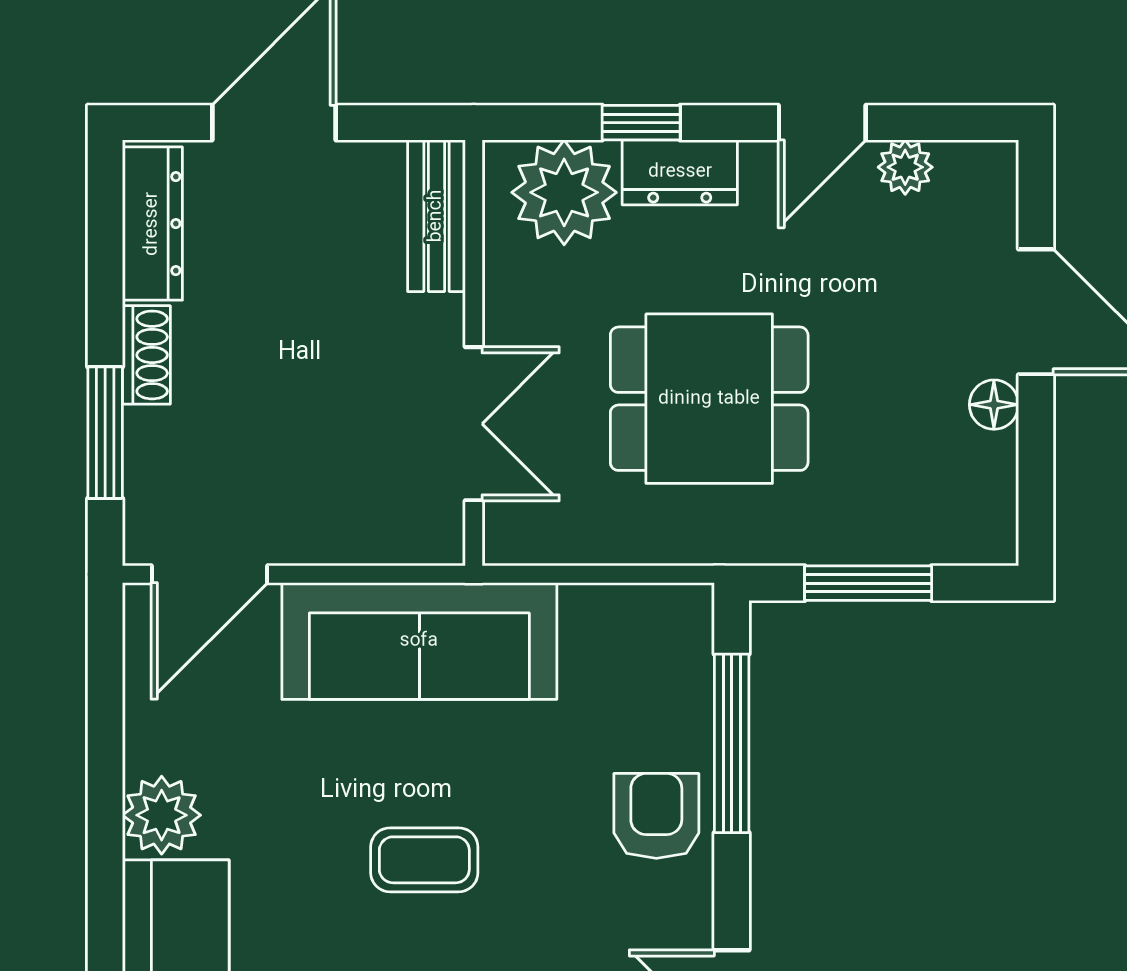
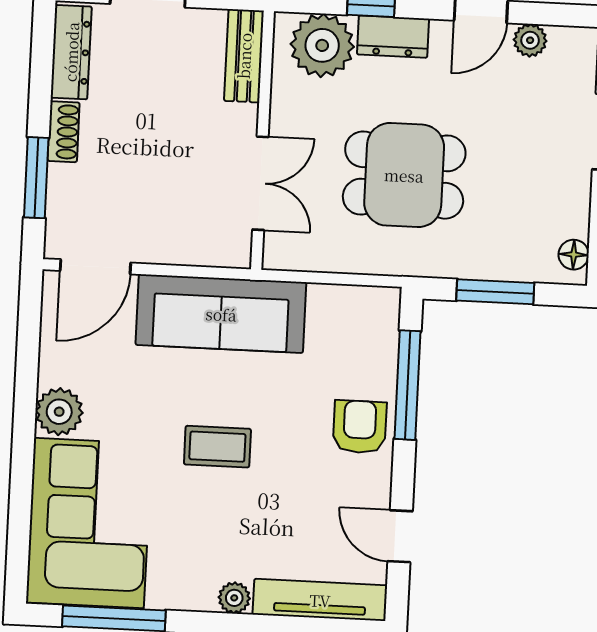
floor lamp: (994, 405) -> (574, 255), moved

